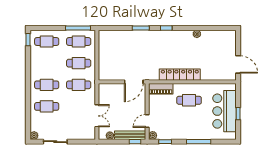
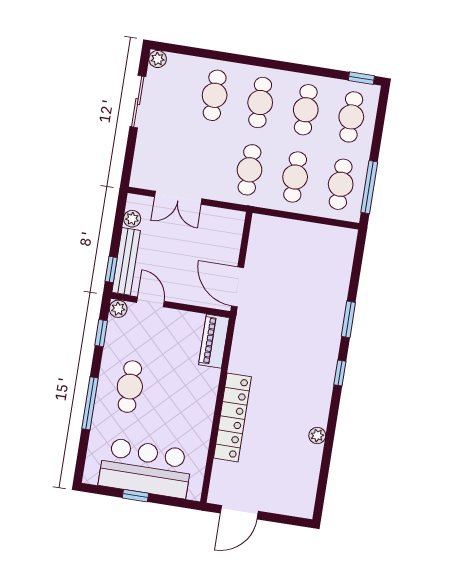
cafe table: (47, 63) -> (306, 110), added
locker: (180, 75) -> (232, 417), moved
cafe table: (189, 100) -> (130, 387), moved

